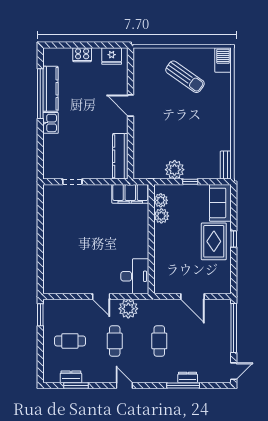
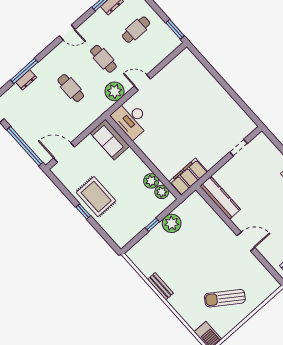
bench: (226, 165) -> (160, 286), moved
sofa: (220, 203) -> (110, 139), moved, turned 180
door: (192, 296) -> (64, 153), moved

